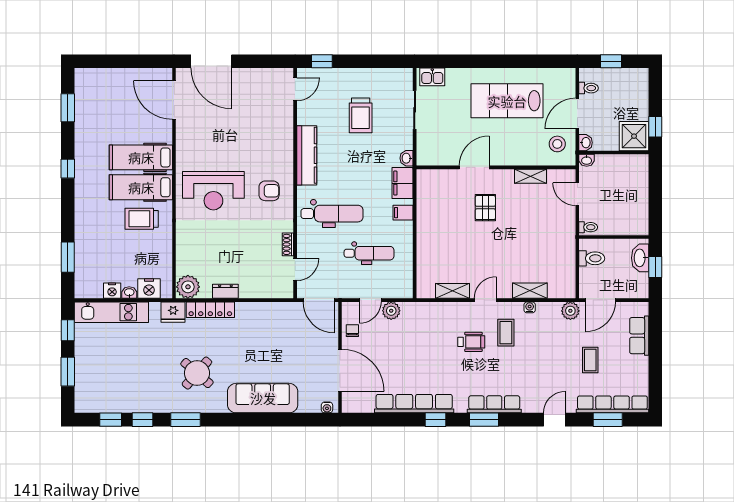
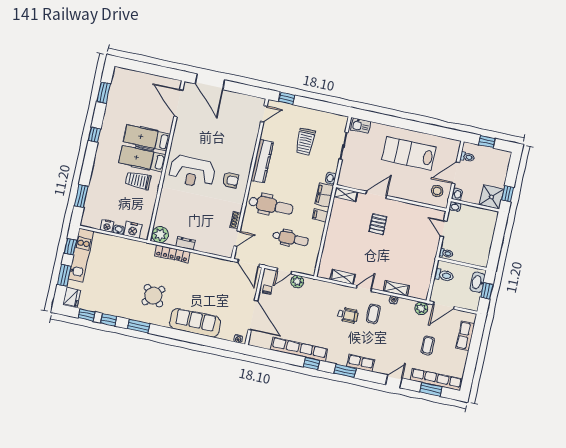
shelving: (531, 176) -> (346, 195), moved
kitchen unit: (111, 312) -> (81, 255), moved, turned -90
fridge: (173, 312) -> (72, 297), moved, turned -90
row of seats: (494, 404) -> (361, 363), width x0.68

